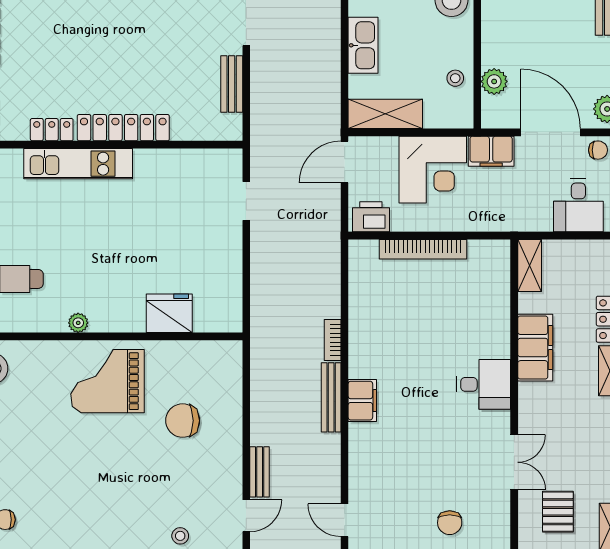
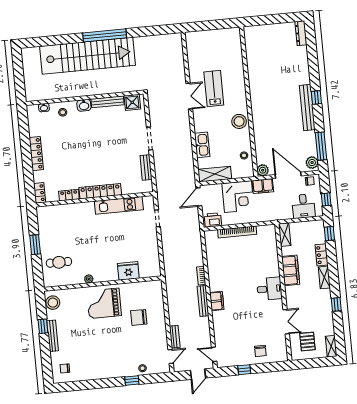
plant: (494, 81) -> (263, 170), moved
kitchen unit: (78, 164) -> (119, 205), moved

